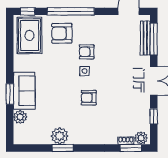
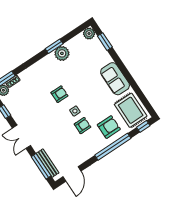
sofa: (24, 91) -> (115, 79), moved
window: (10, 94) -> (105, 42), moved
plant: (20, 117) -> (89, 34), moved

